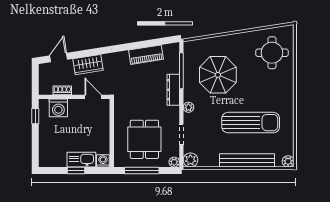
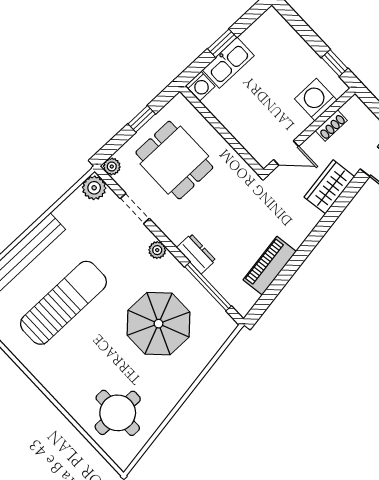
dresser: (173, 90) -> (196, 254), width x0.70
sun lounger: (251, 123) -> (63, 303), turned 180
window: (142, 171) -> (142, 119), width x0.46

